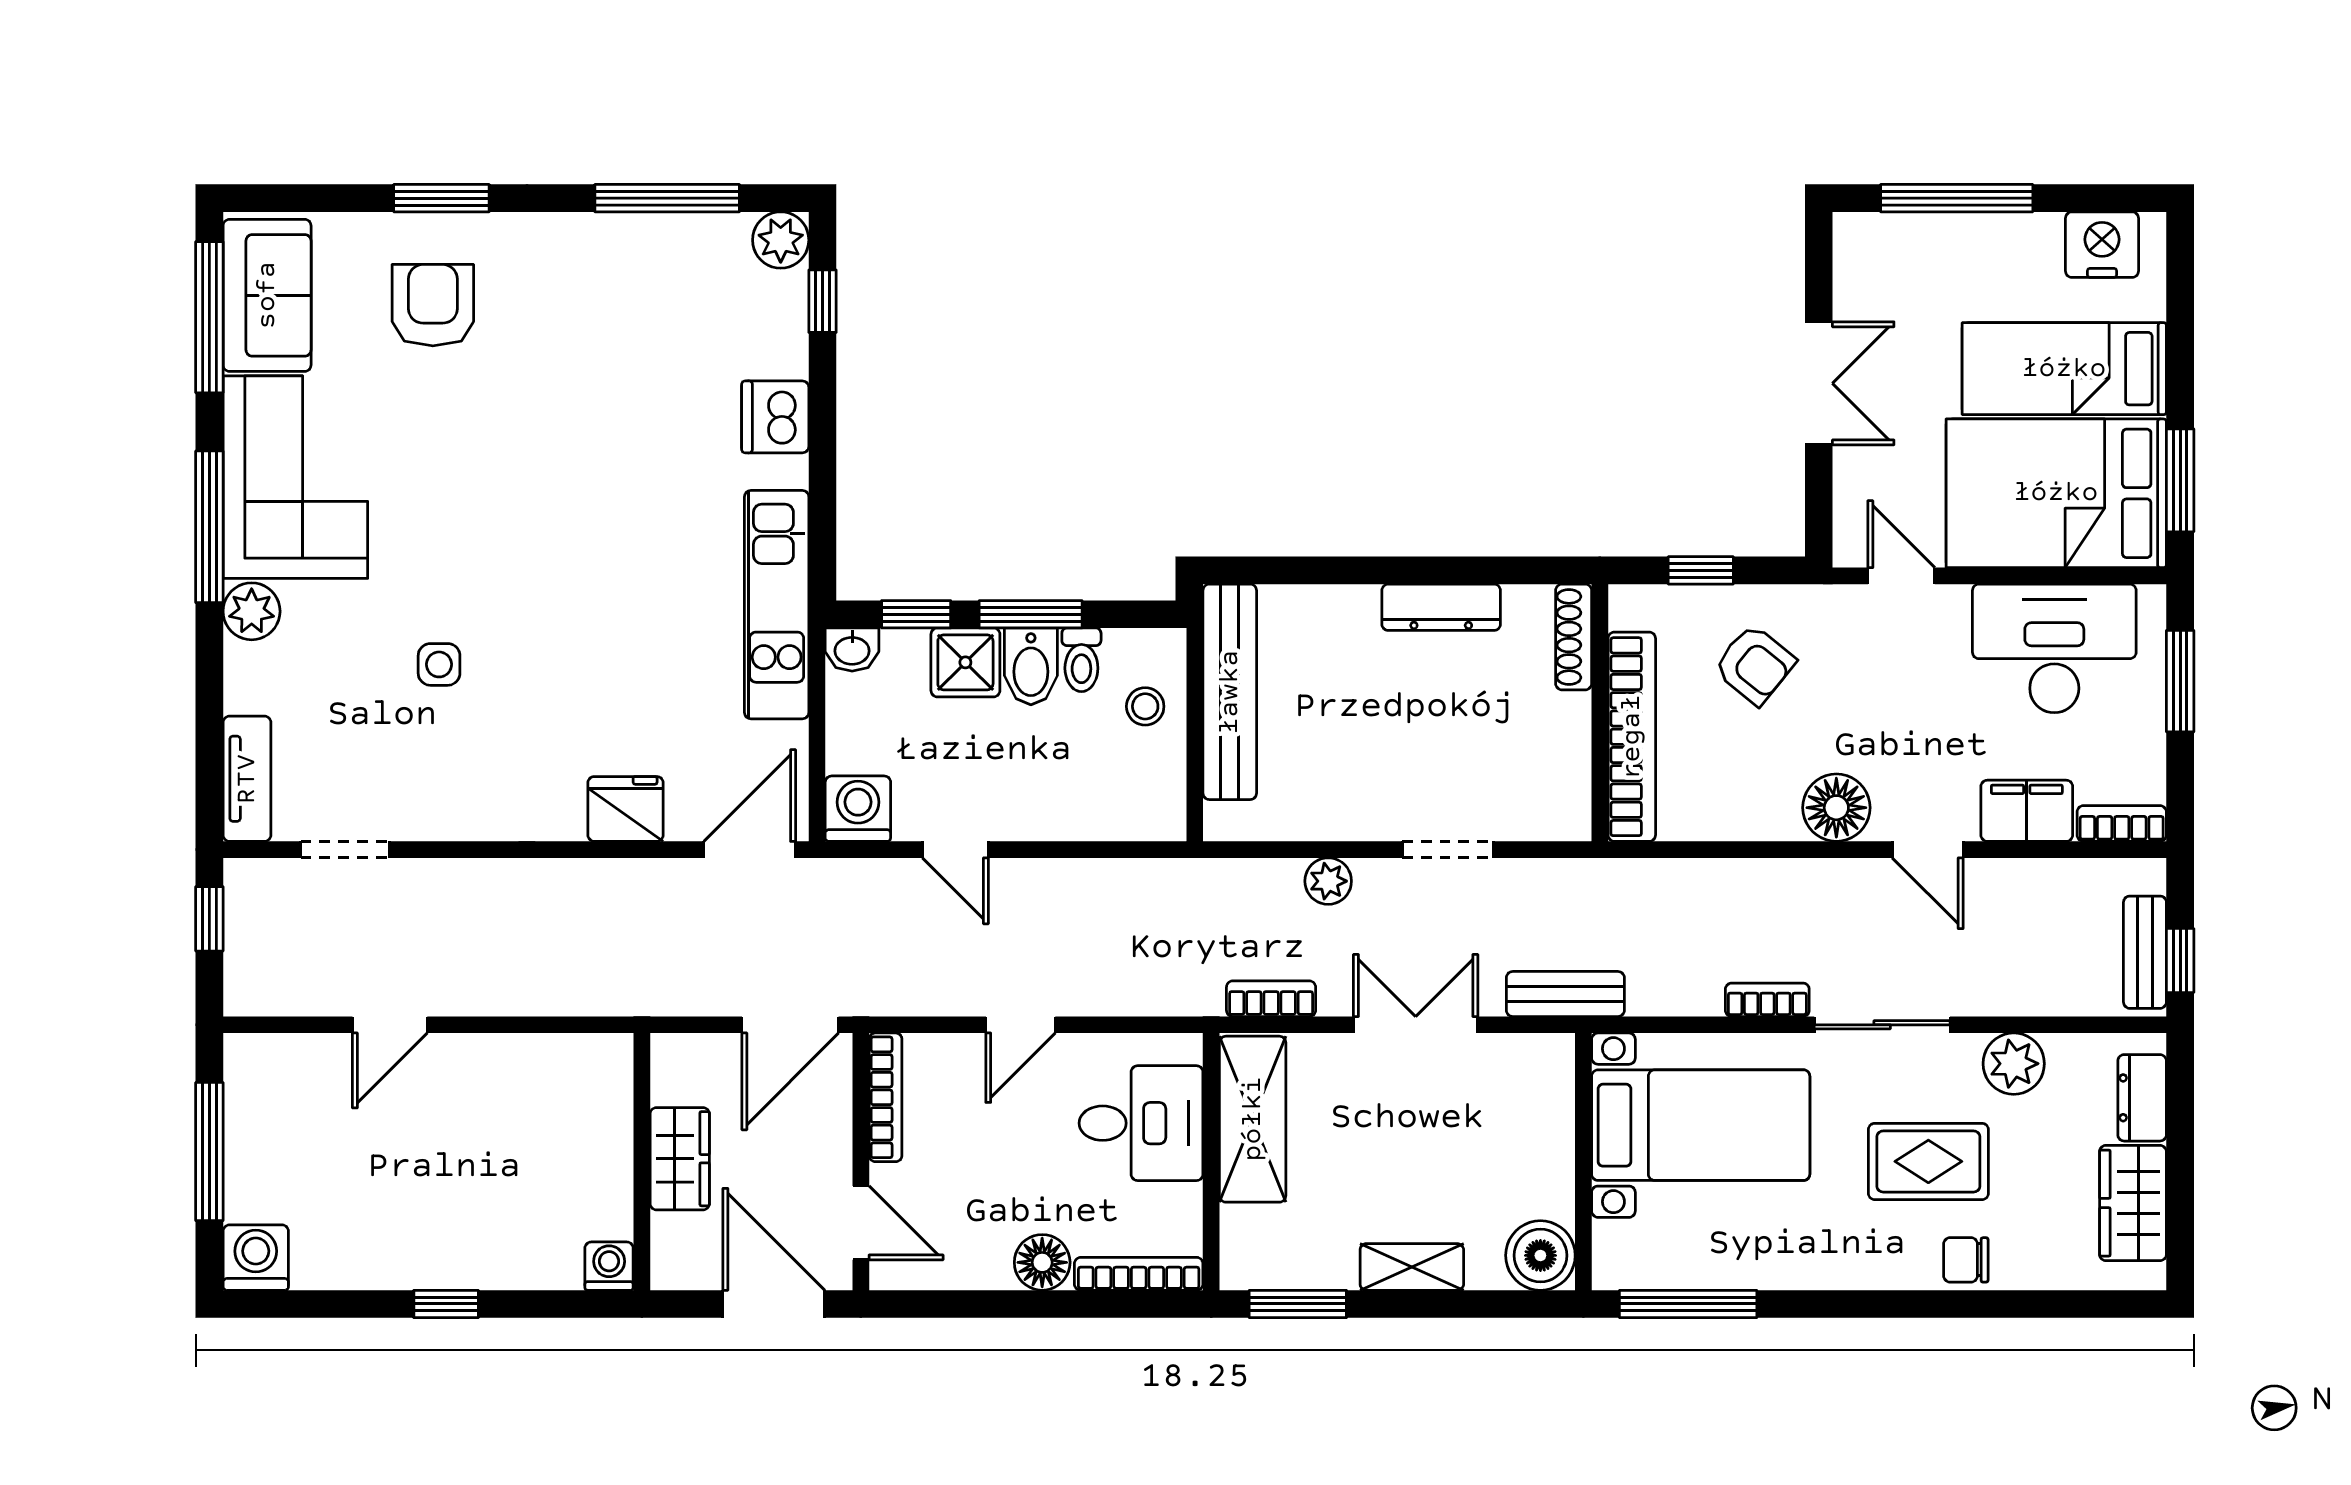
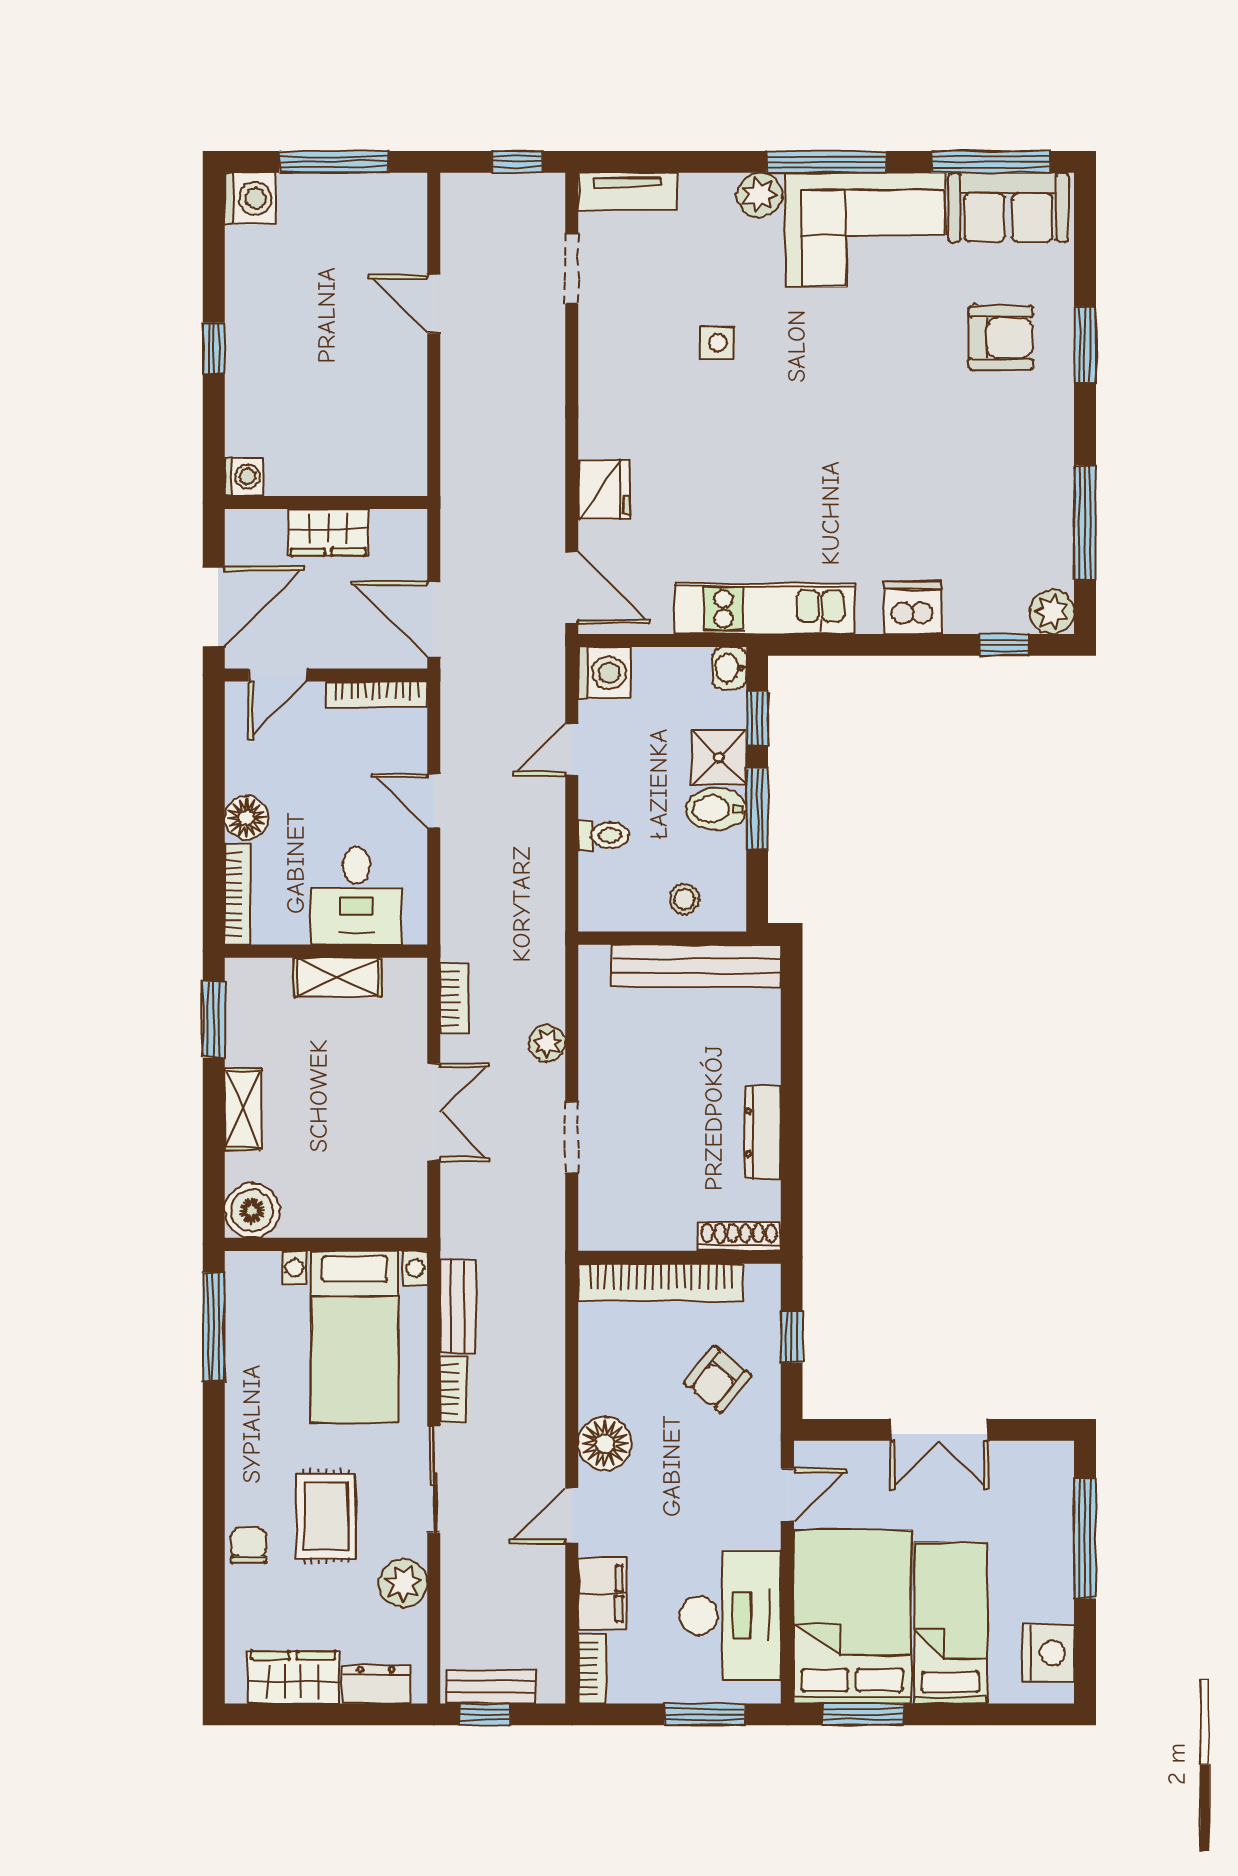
toilet: (1081, 660) -> (603, 835), moved, turned 180
bench: (1565, 994) -> (458, 1306), moved
shelving: (1253, 1119) -> (338, 977), width x0.67, depth x0.75

